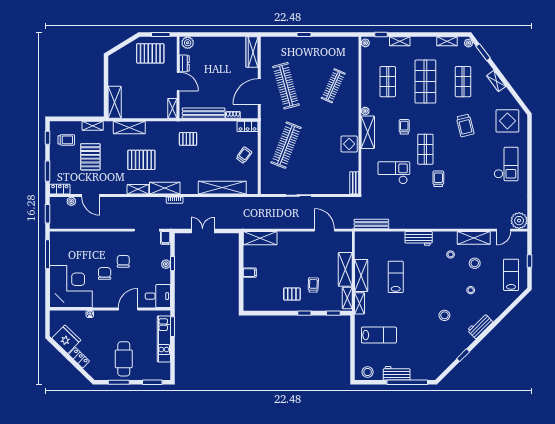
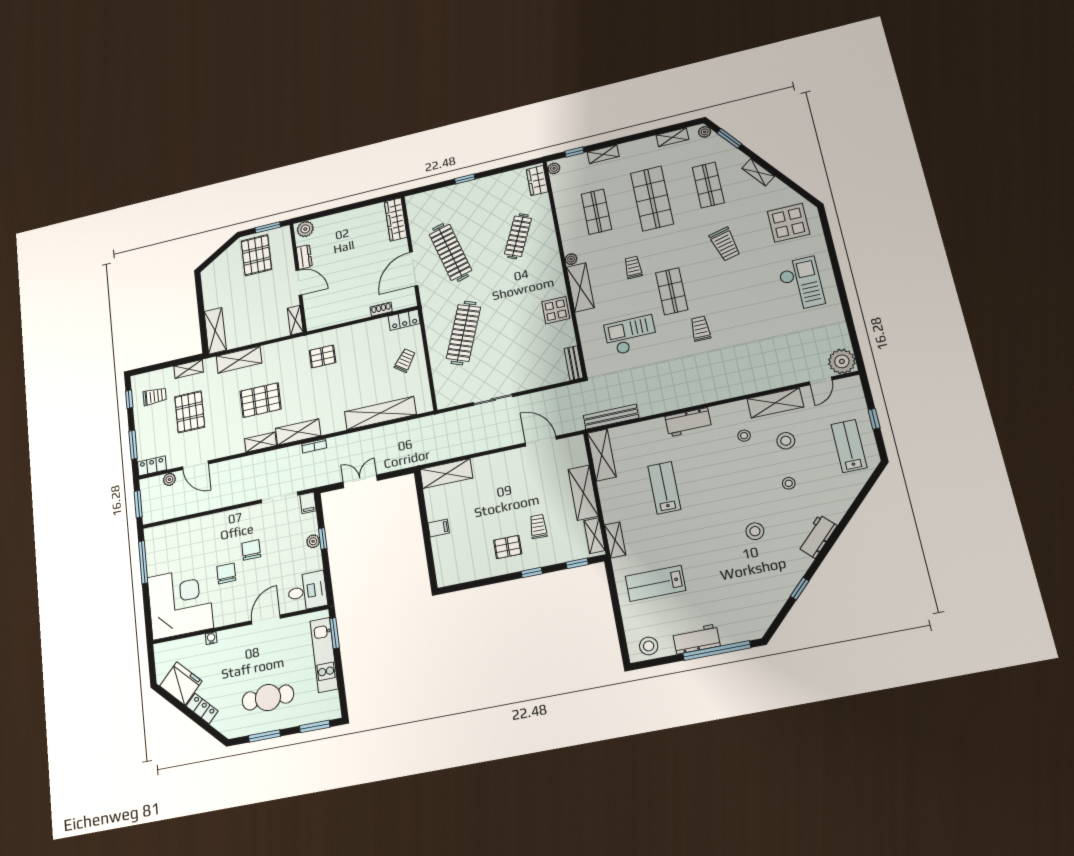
wardrobe: (353, 49) -> (537, 180), added
pallet: (150, 53) -> (256, 255), turned 90
bench: (204, 113) -> (340, 316), removed
shelving: (361, 275) -> (602, 455), moved
lab bench: (379, 335) -> (656, 583), turned 180
cafe table: (124, 359) -> (268, 697), turned 90

